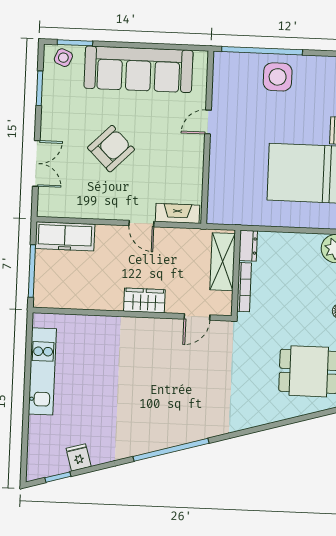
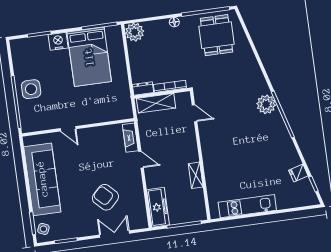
armchair: (111, 149) -> (105, 197), moved
door: (141, 224) -> (141, 160), hinge flipped
wardrobe: (144, 301) -> (190, 149), removed
shelving: (103, 302) -> (196, 175), added
plant: (191, 427) -> (266, 104), added

